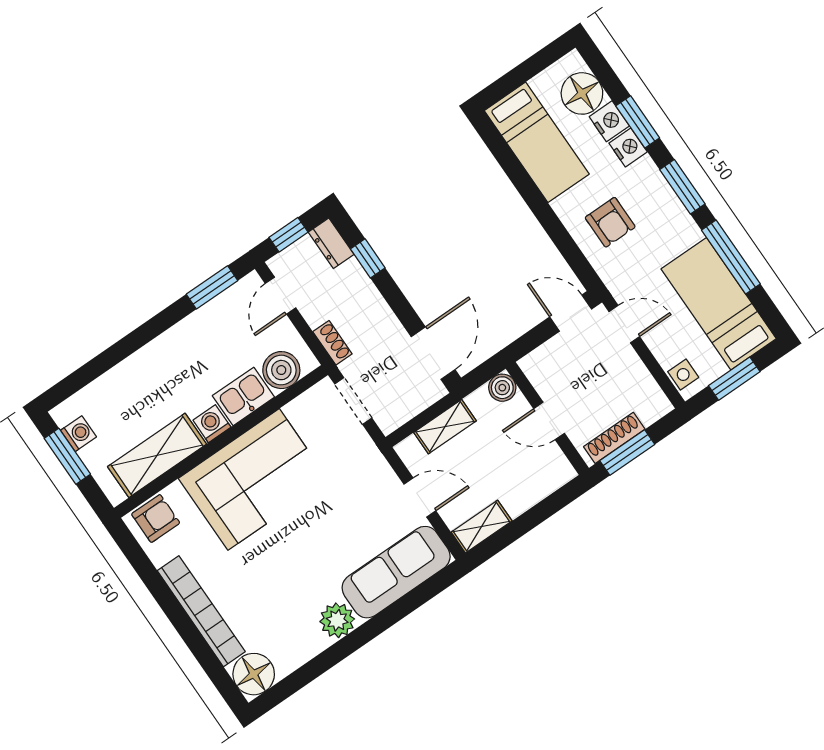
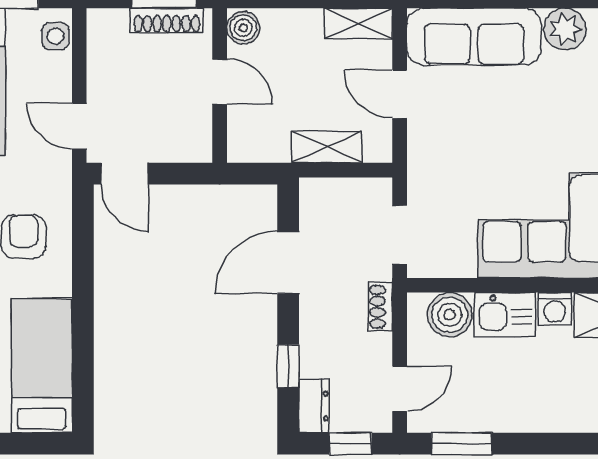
door: (433, 353) -> (288, 262), moved
boiler: (502, 388) -> (243, 28), moved

